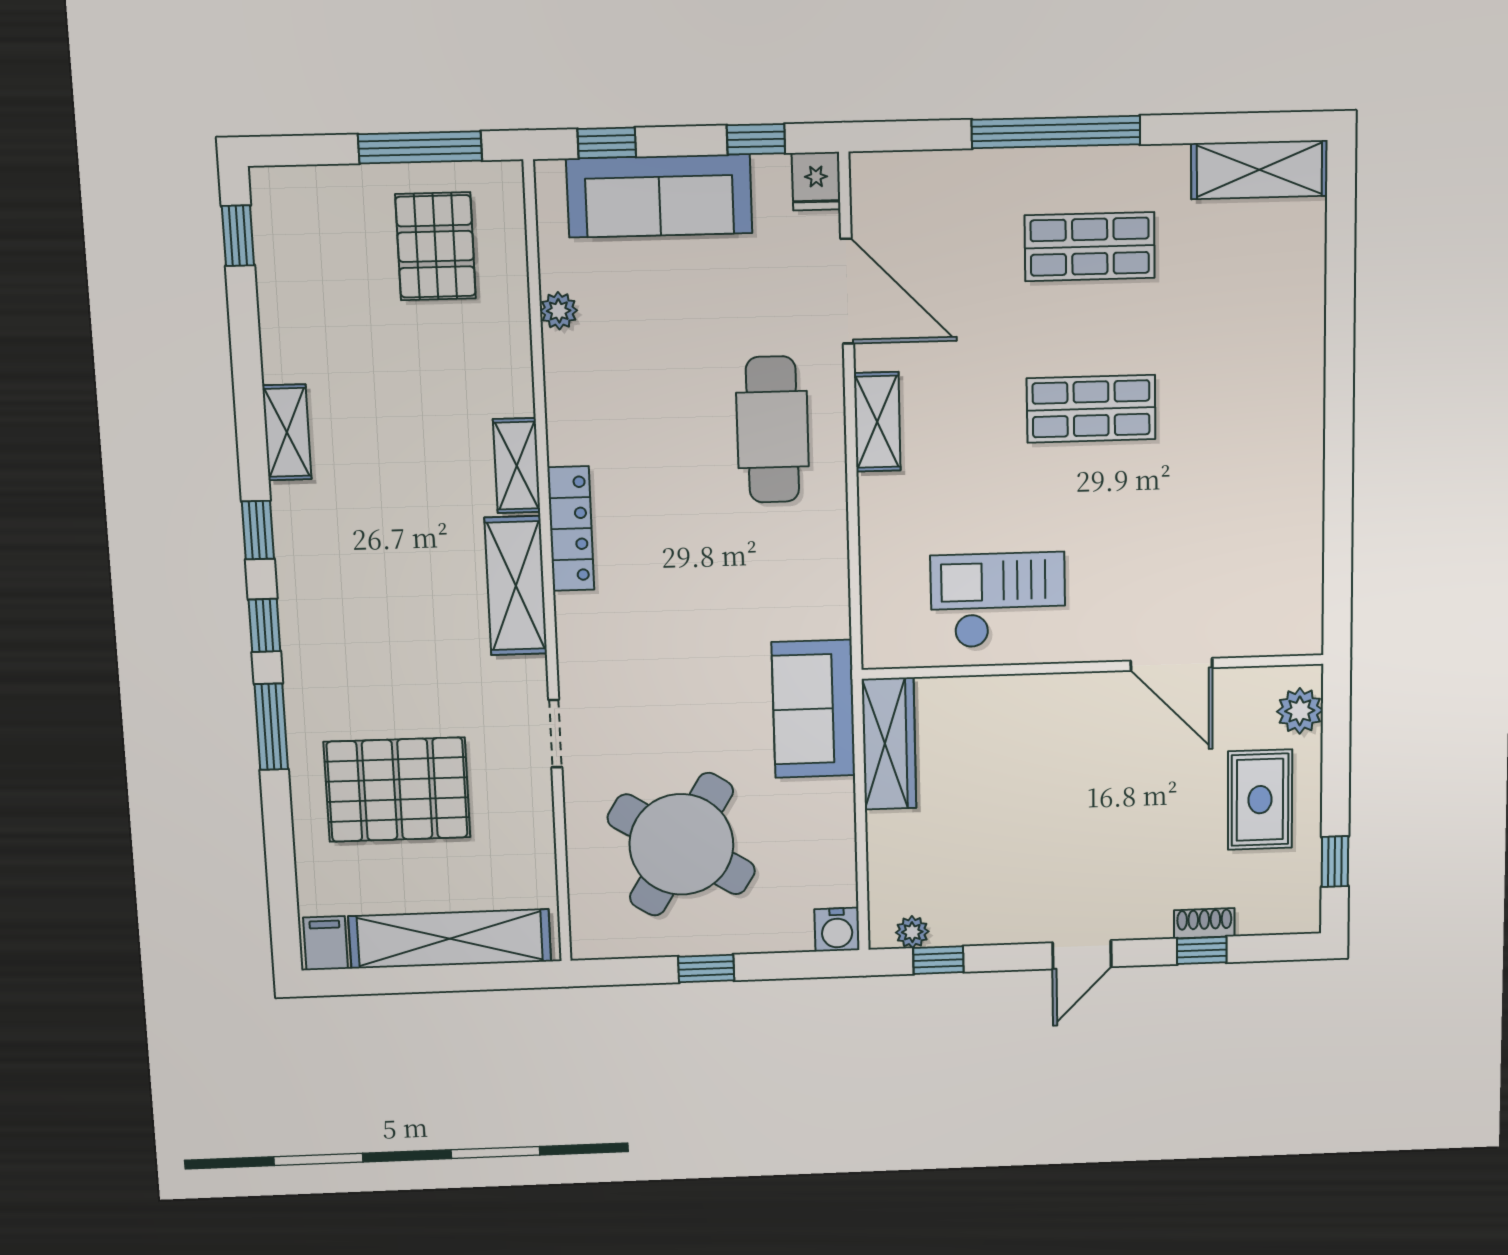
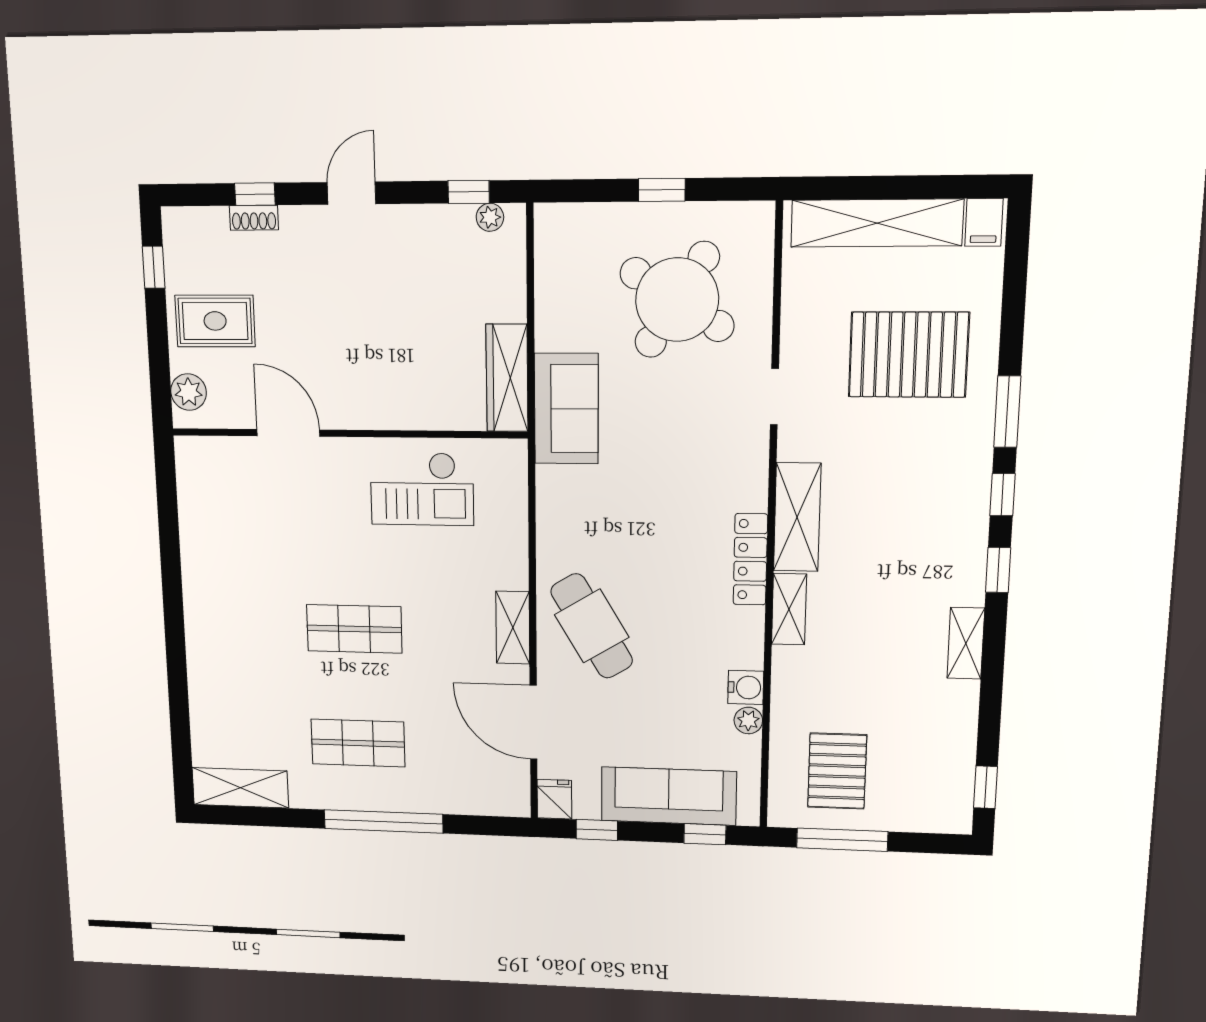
cafe table: (772, 430) -> (592, 626), turned -31
rug: (1260, 800) -> (215, 321), turned 90
water cooler: (837, 930) -> (746, 687), moved, turned 90

